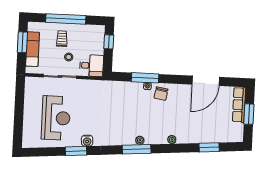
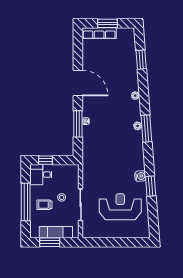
desk: (91, 66) -> (41, 175), moved, turned -90
door: (206, 81) -> (78, 83), moved
chair: (161, 94) -> (92, 108), removed

